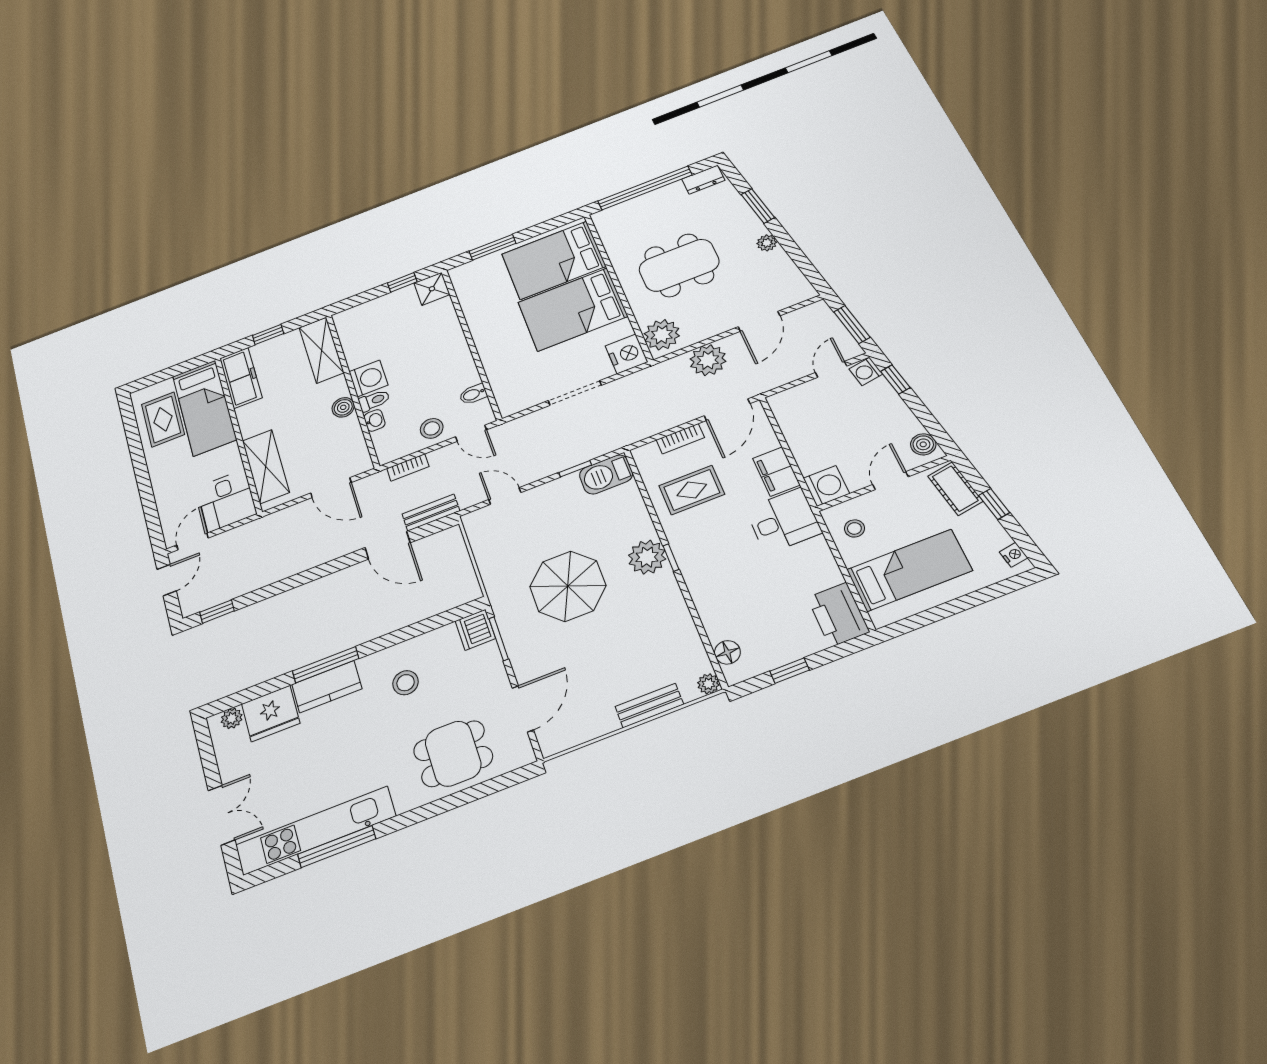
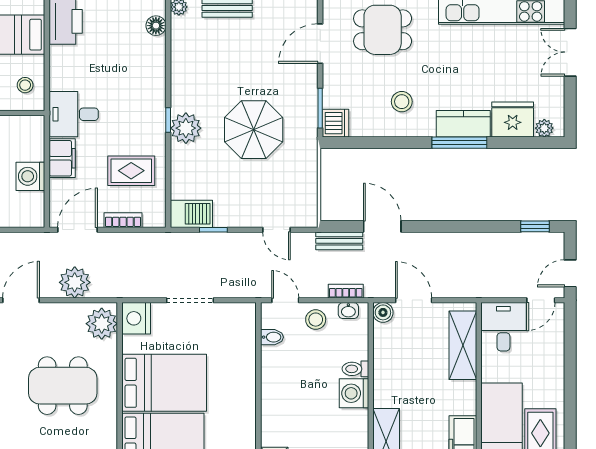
boiler: (343, 407) -> (383, 312), moved
washbasin: (374, 420) -> (348, 311), moved, turned -90
washing machine: (826, 486) -> (30, 176), moved

